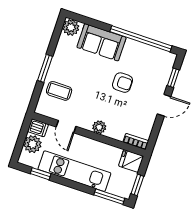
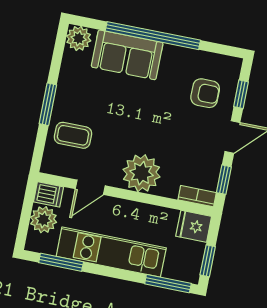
window: (141, 39) -> (153, 36), moved
armchair: (123, 83) -> (205, 93), moved
door: (66, 127) -> (90, 187), hinge flipped
plant: (99, 127) -> (141, 173), width x1.87, depth x1.87
window: (155, 133) -> (224, 180), added
window: (41, 174) -> (61, 262), width x1.50

